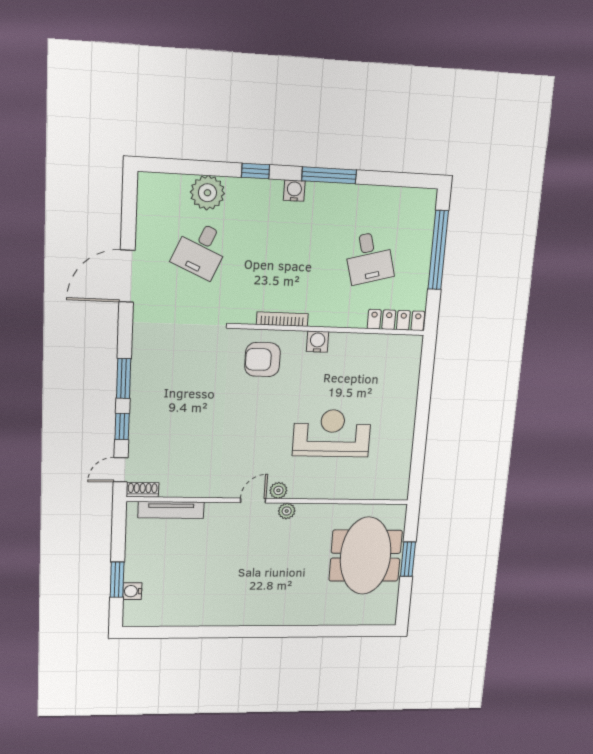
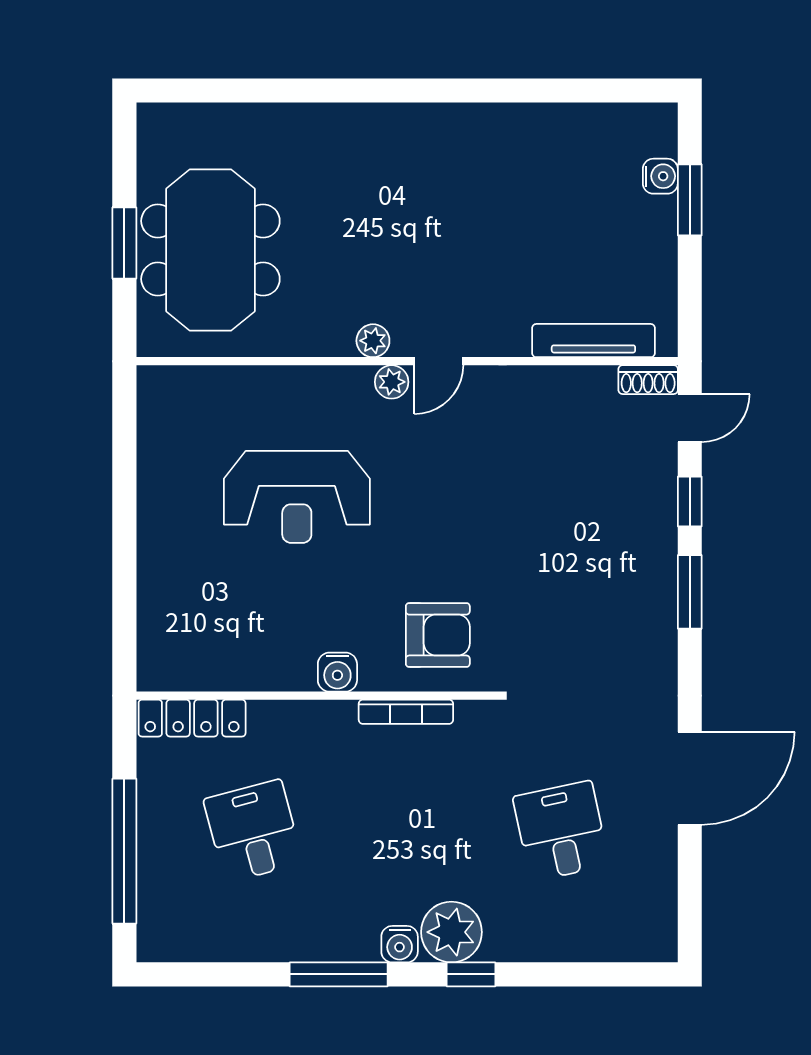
plant: (207, 193) -> (451, 932), moved
desk: (201, 250) -> (561, 831), turned -36

